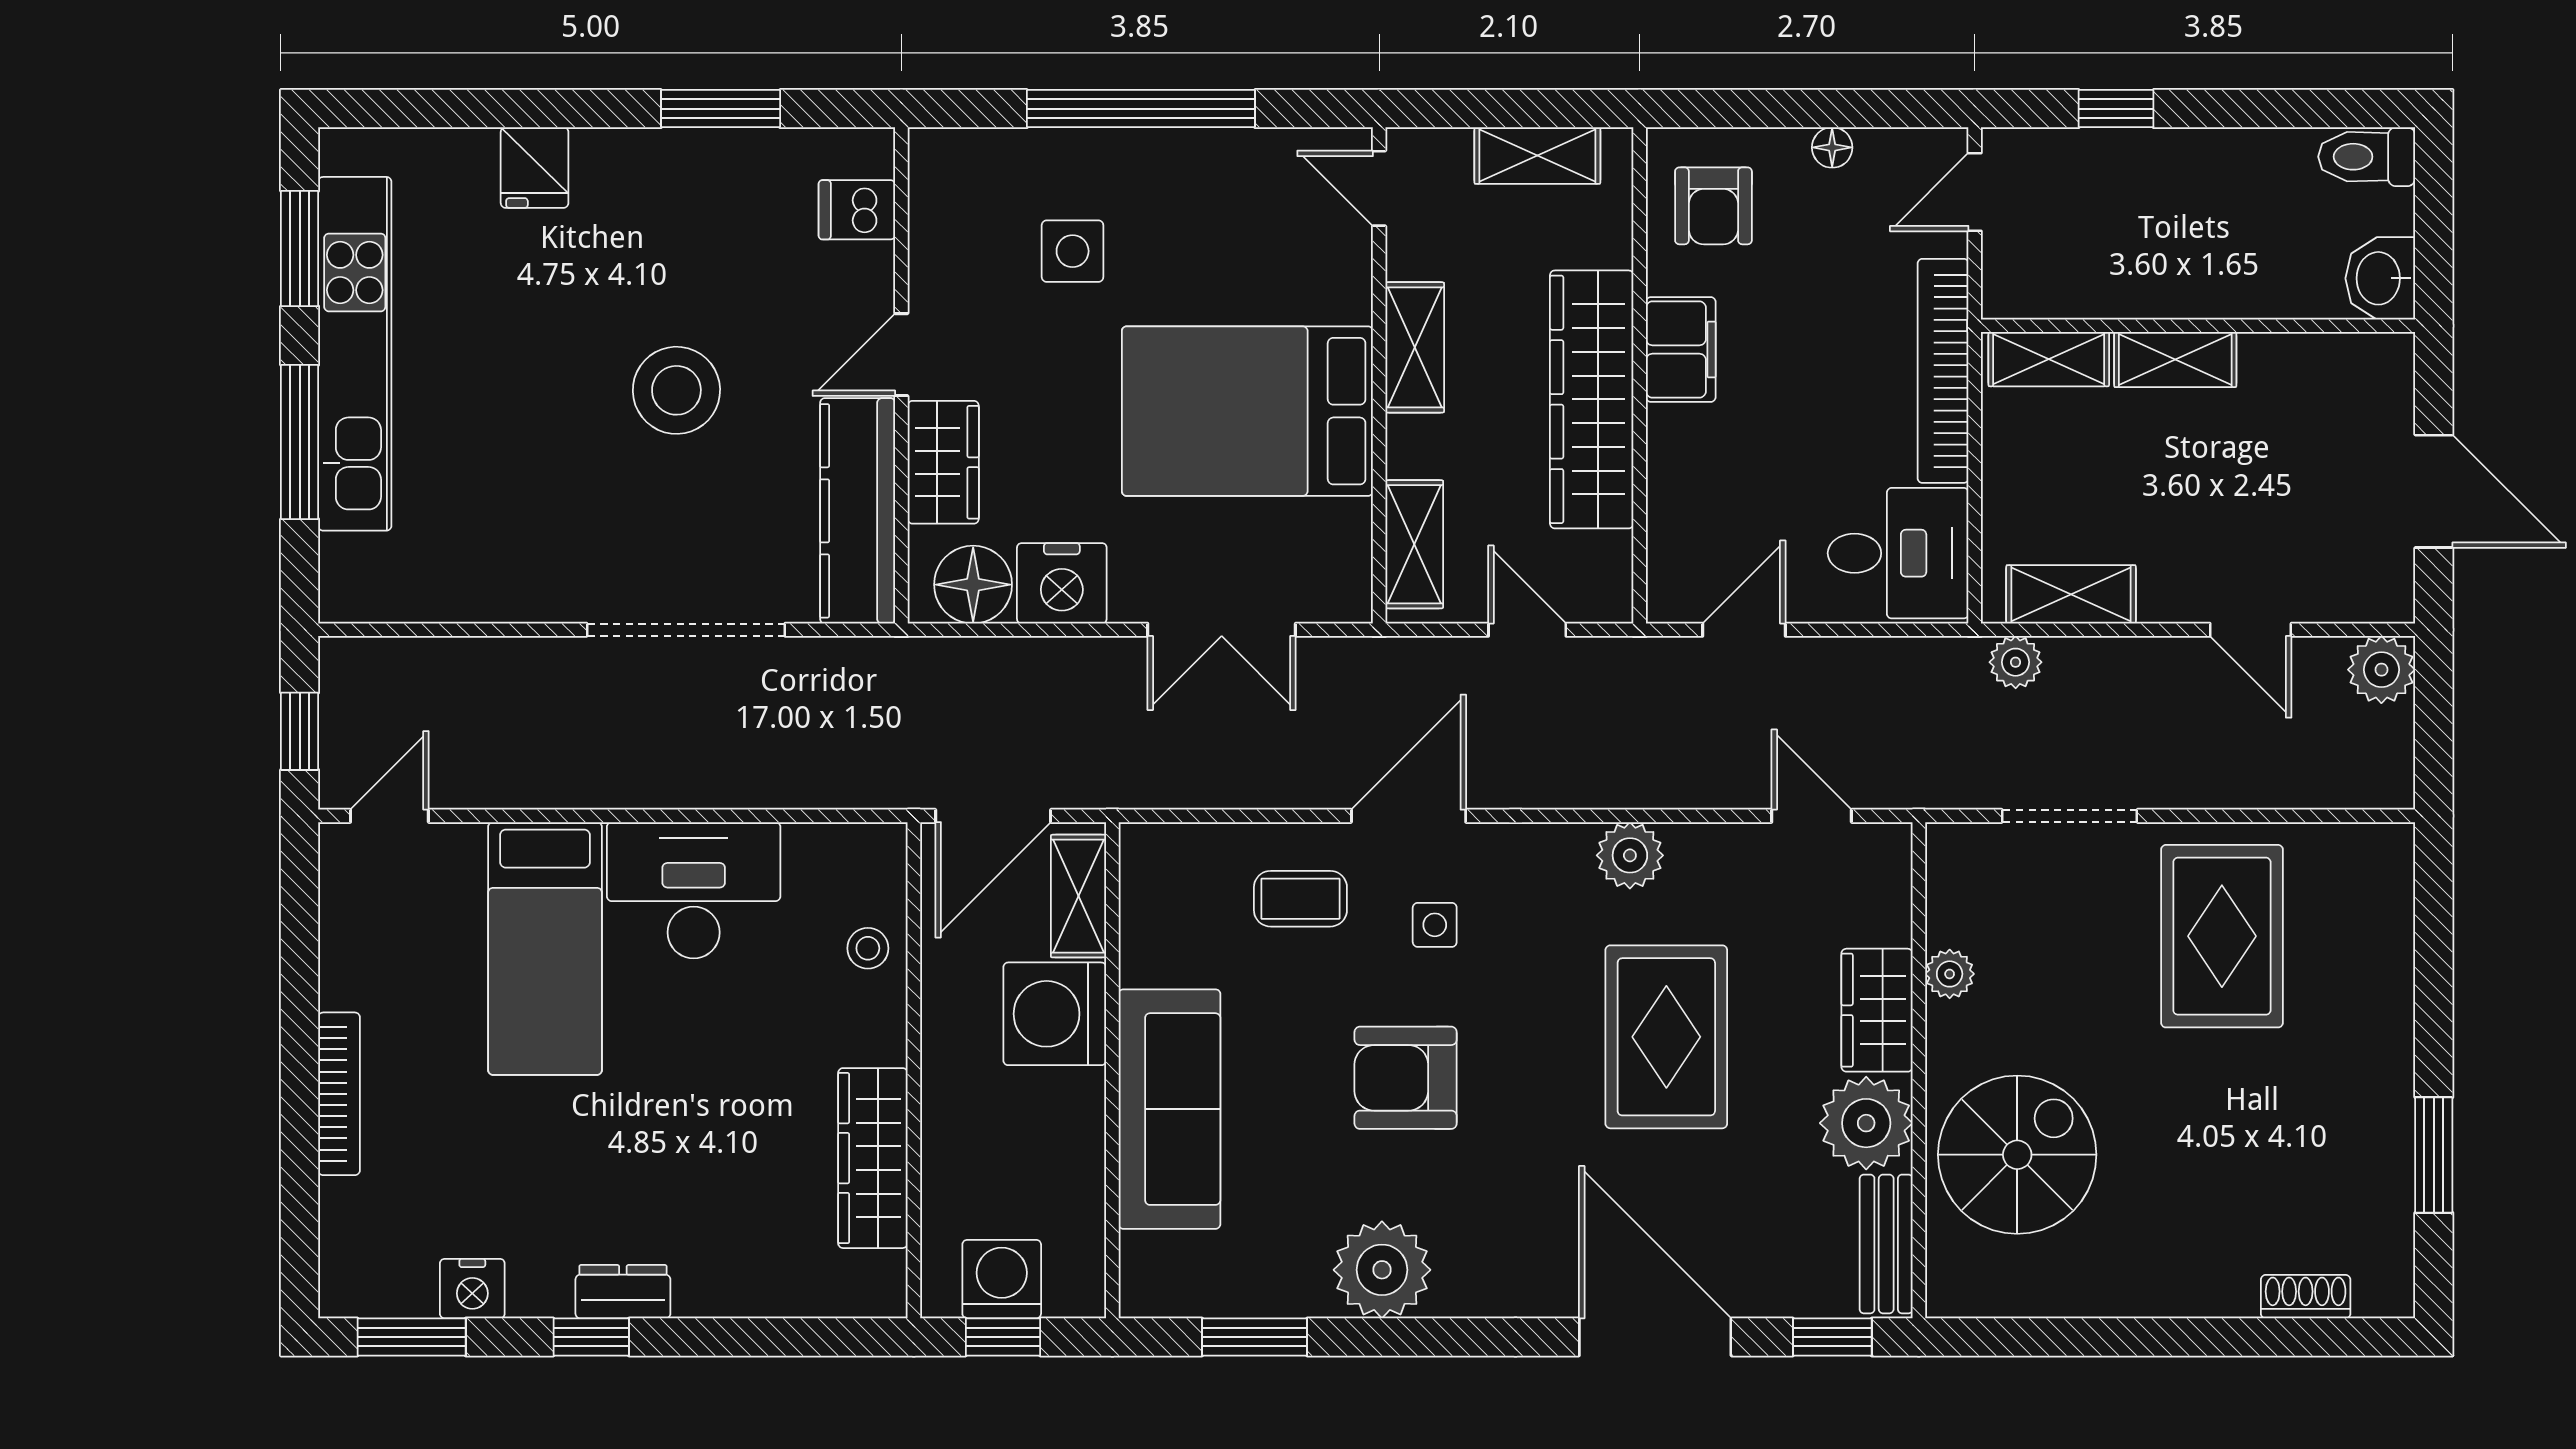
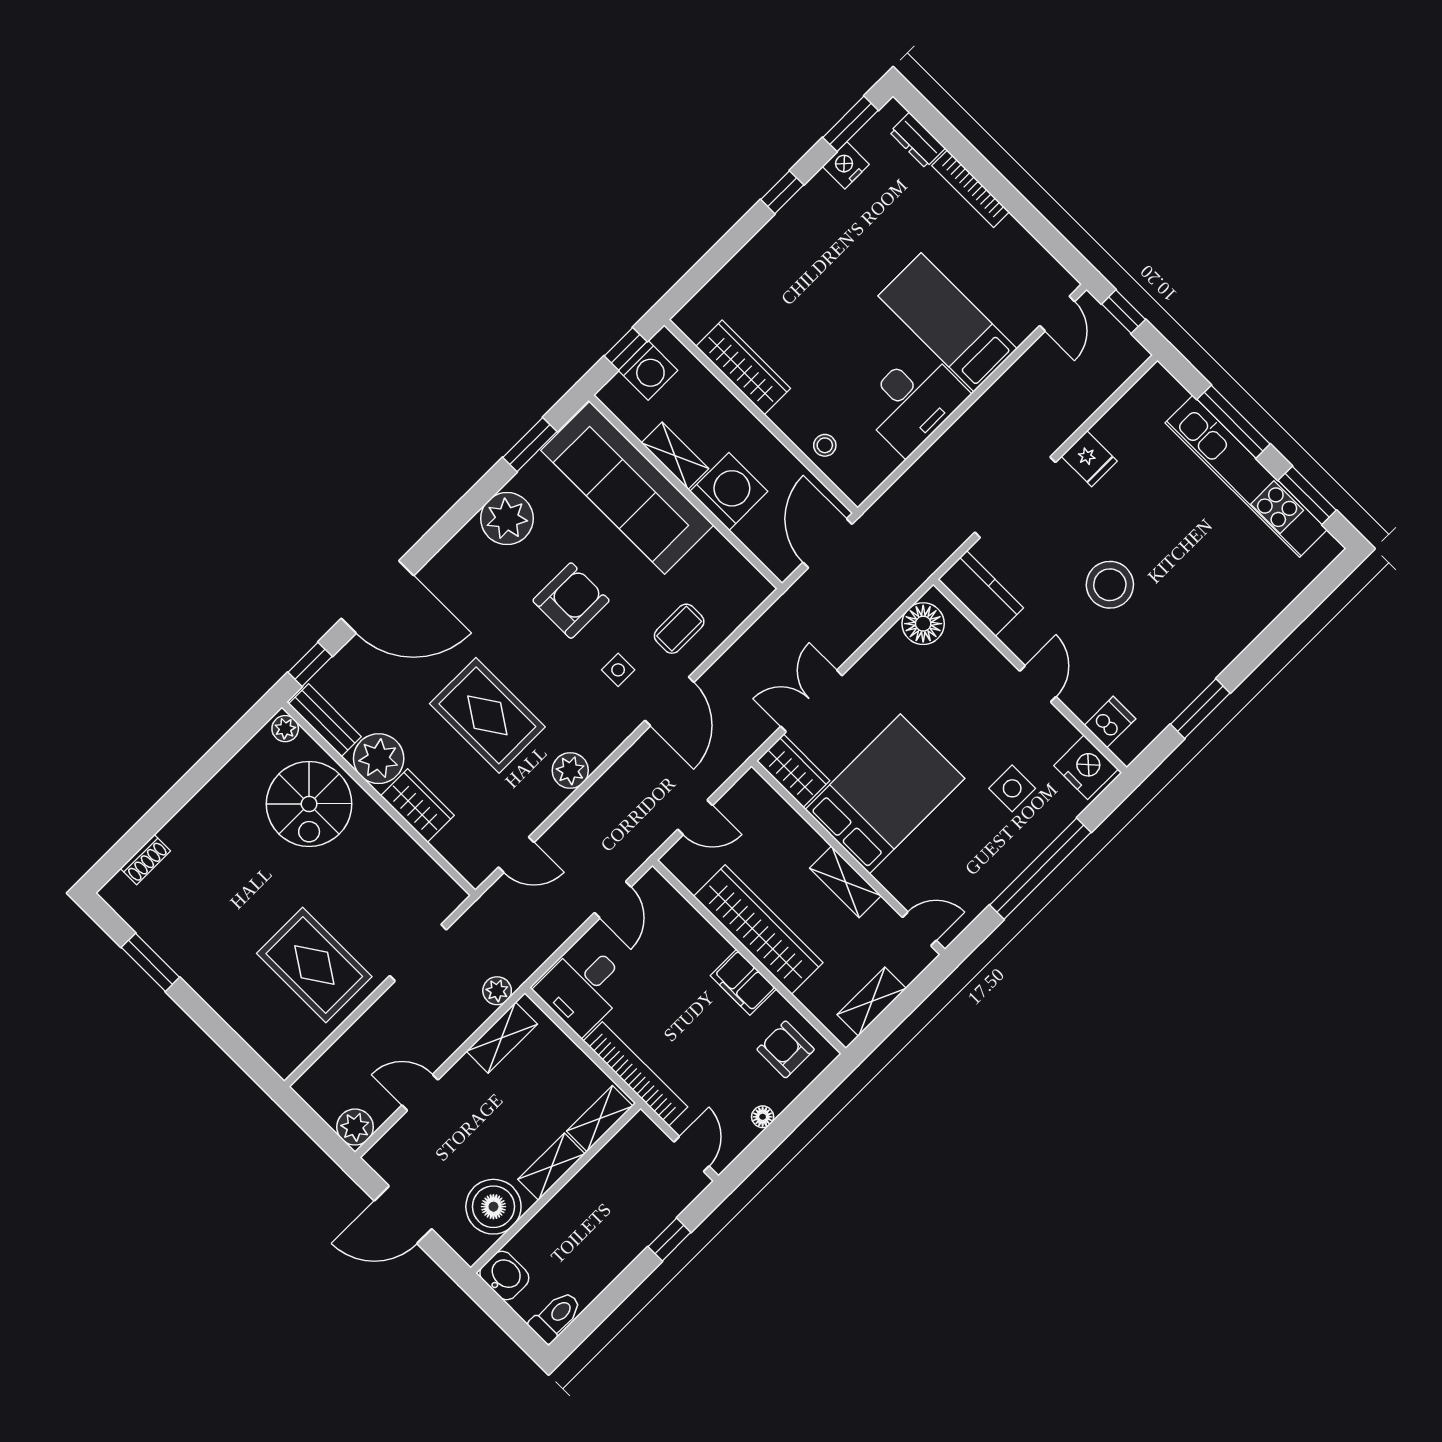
fridge: (535, 168) -> (1089, 459), moved, turned 180
boiler: (2304, 383) -> (493, 1207), added
wardrobe: (943, 462) -> (793, 771), moved, turned 180
kitchen counter: (858, 511) -> (981, 594), width x0.67
shelving: (1414, 544) -> (771, 807), removed
nightstand: (1062, 583) -> (1086, 767), moved, turned 90
shelving: (1079, 896) -> (675, 456), moved
plant: (1950, 974) -> (285, 729), moved
sofa: (1169, 1109) -> (627, 488), width x1.36, depth x1.27
dresser: (623, 1292) -> (917, 140), moved, turned 90

